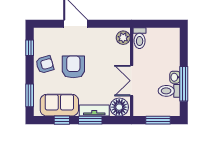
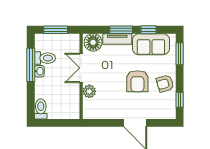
plant: (123, 38) -> (89, 91), moved
toilet: (140, 38) -> (41, 109), moved
double door: (132, 81) -> (81, 68), swing flipped

